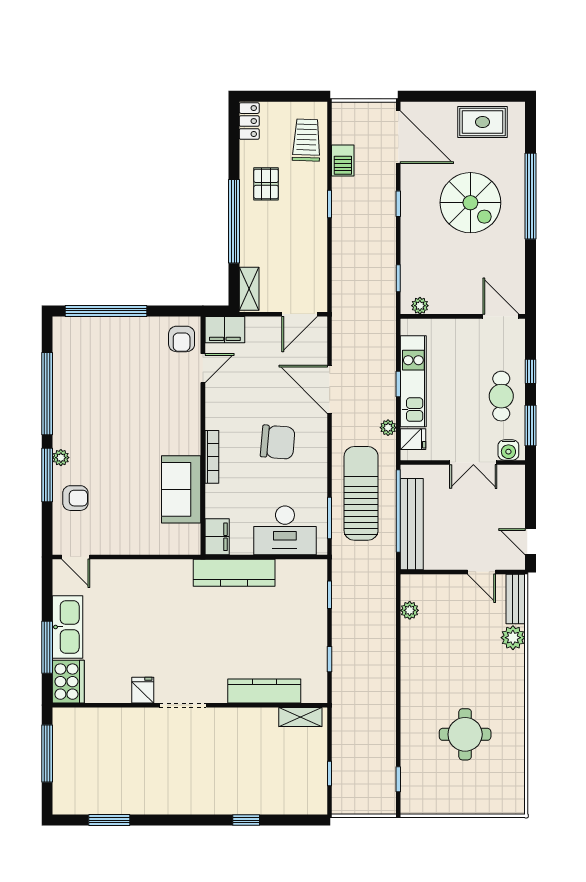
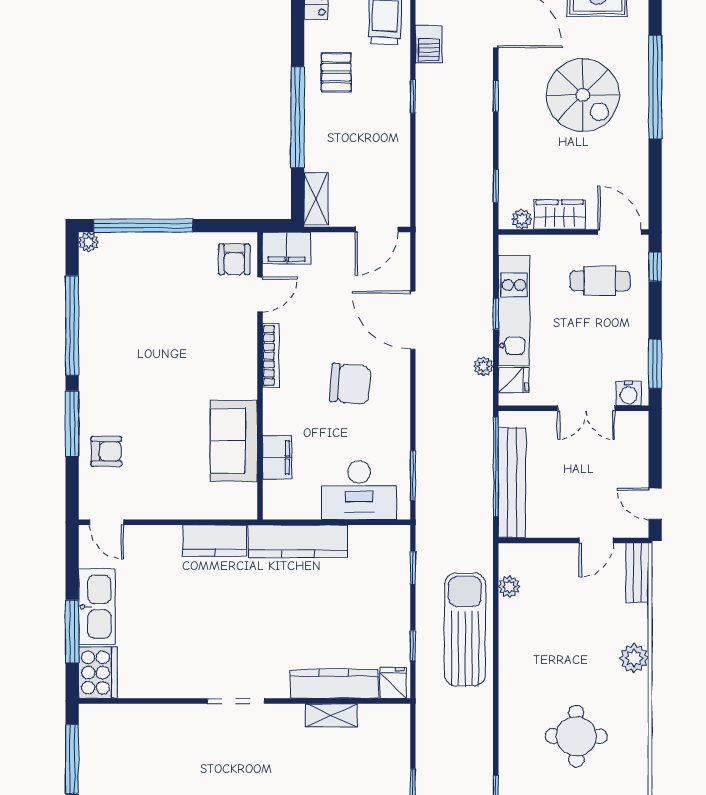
wardrobe: (451, 302) -> (560, 215), added
window: (530, 371) -> (655, 267), moved
cafe table: (501, 396) -> (600, 281), moved, turned 90
bookcase: (212, 457) -> (271, 356), moved
plant: (61, 458) -> (89, 242), moved
sun lounger: (361, 493) -> (465, 629), moved
filing cabinet: (217, 537) -> (277, 457), moved
kitchen counter: (165, 572) -> (215, 541), added
door: (481, 572) -> (596, 540), hinge flipped
plant: (513, 638) -> (634, 658), moved
fridge: (143, 690) -> (393, 683), moved
shelving: (300, 717) -> (331, 715), moved

